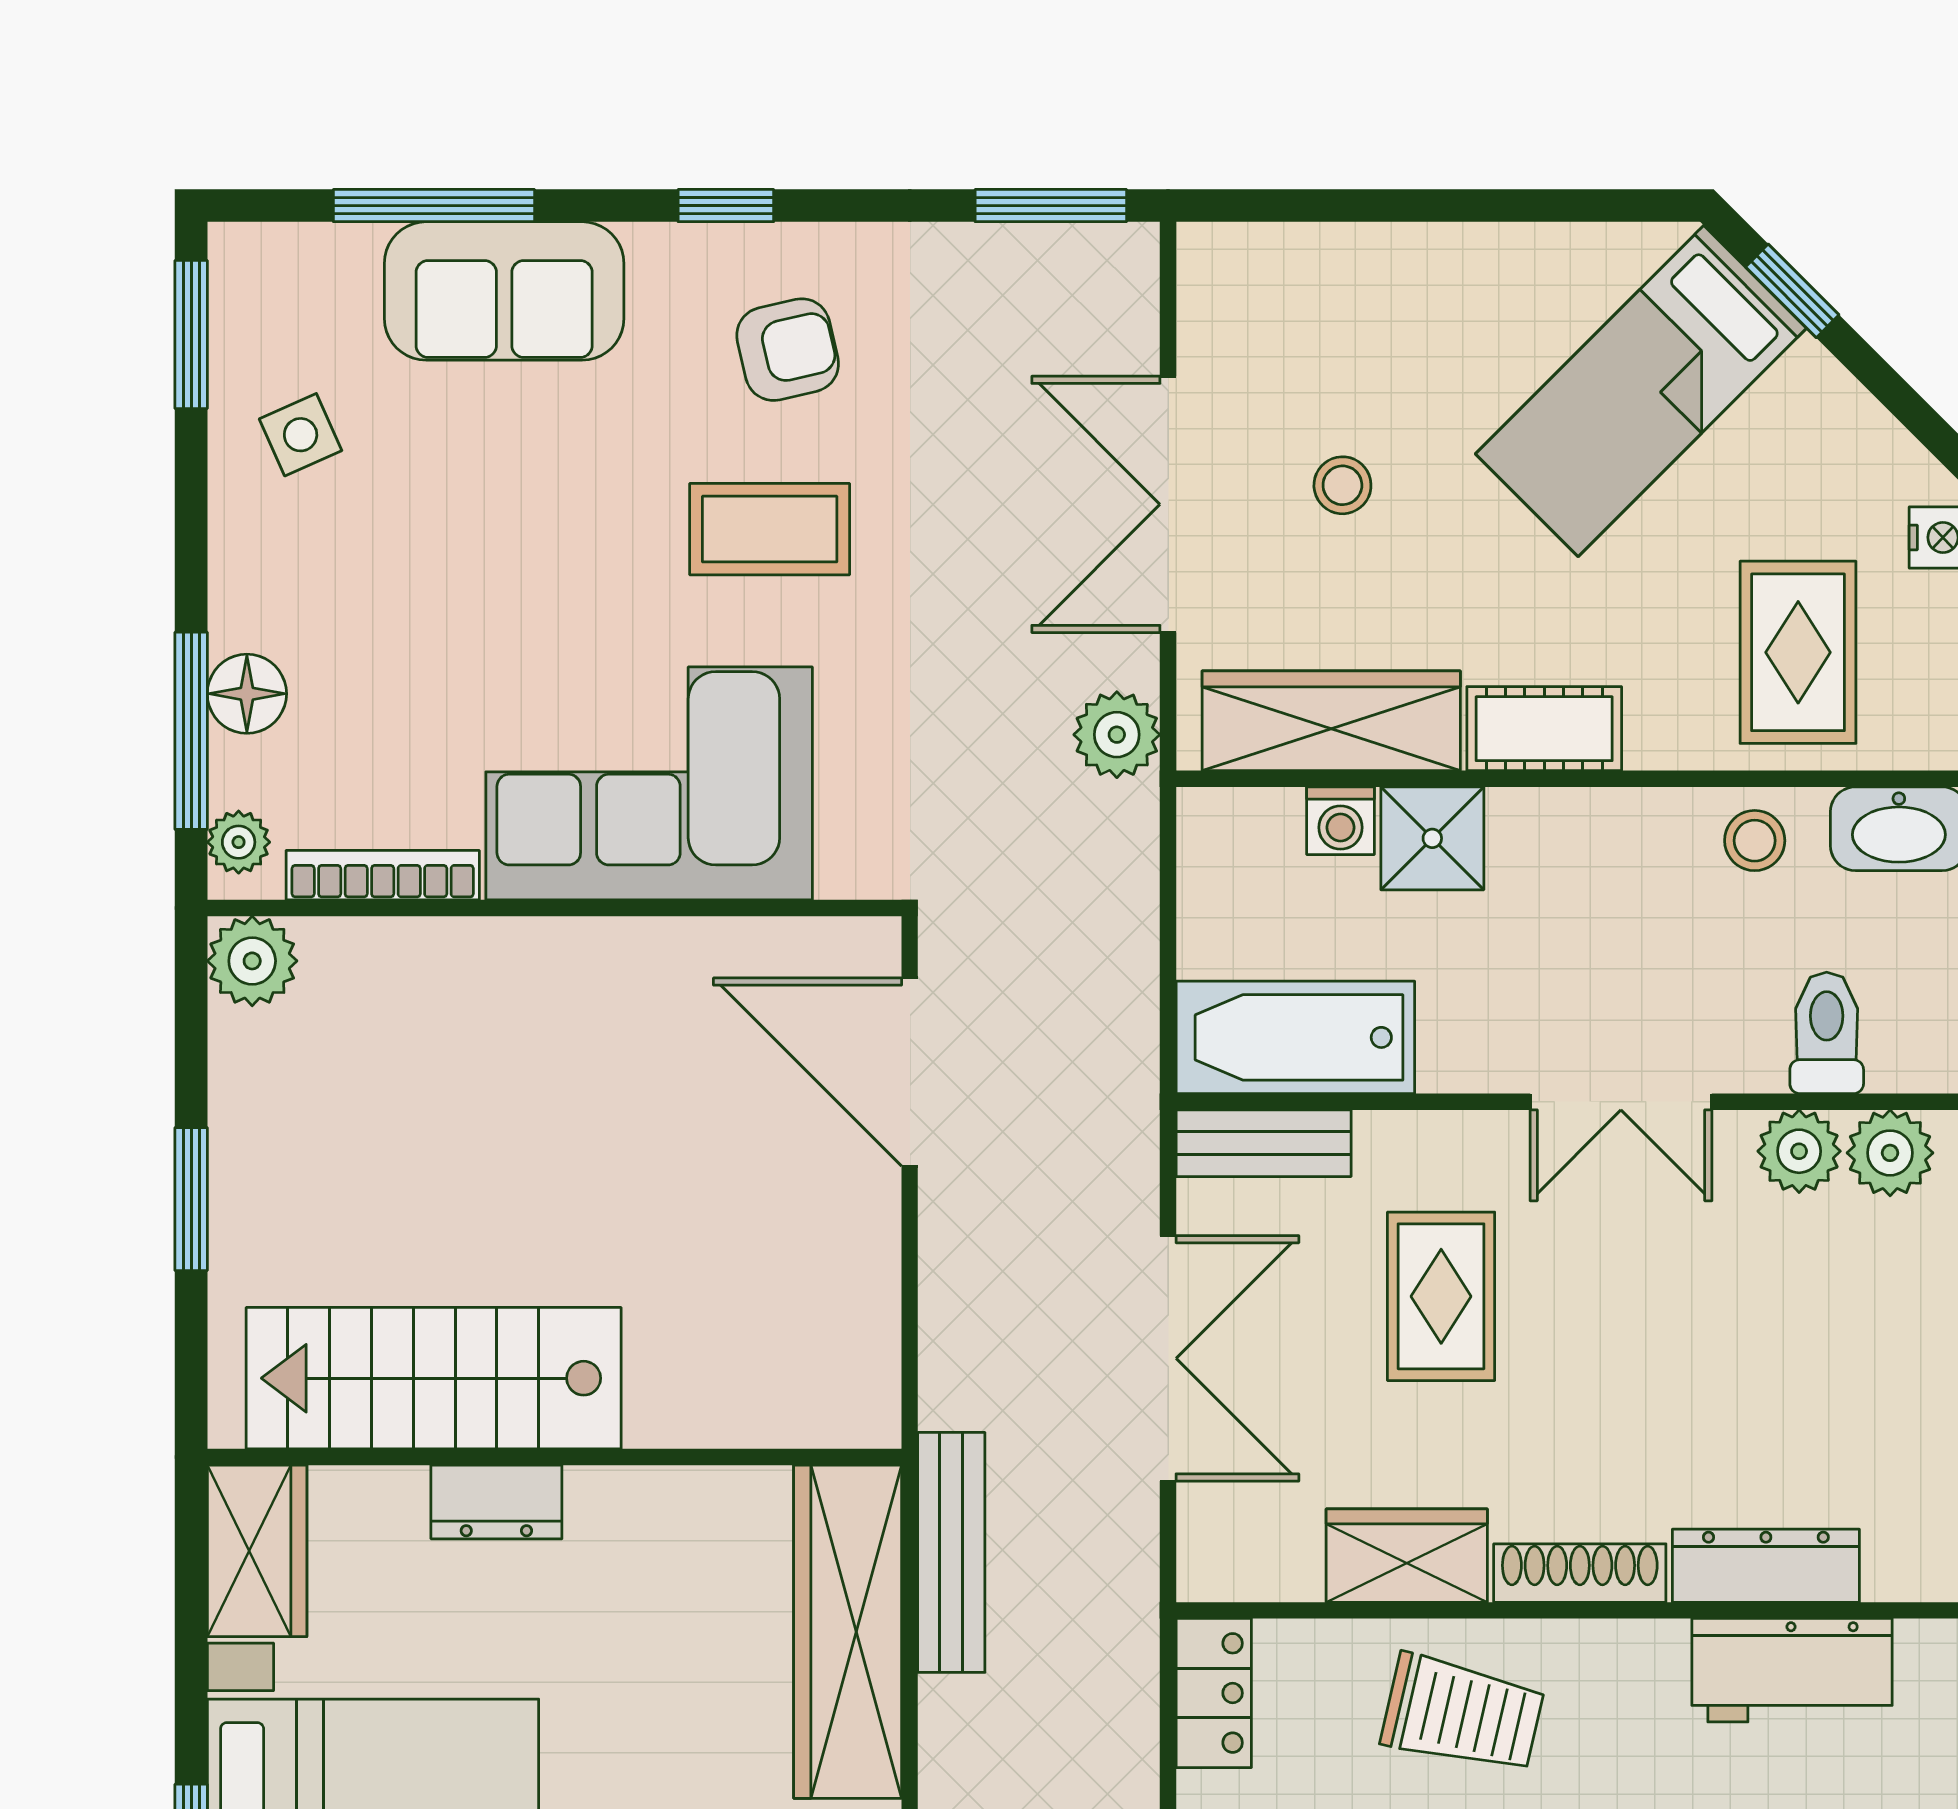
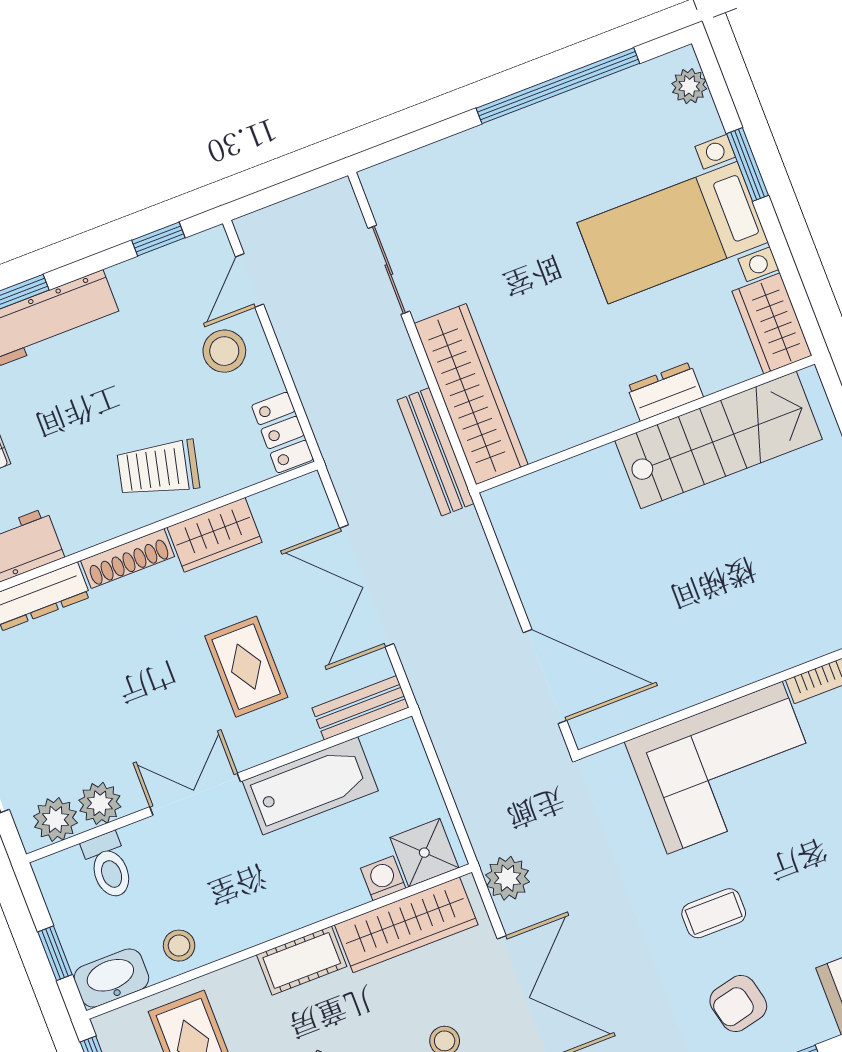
coffee table: (770, 529) -> (714, 913), width x0.73, depth x0.77
shower: (1432, 838) -> (424, 853), moved
bathtub: (1295, 1037) -> (310, 786), moved

